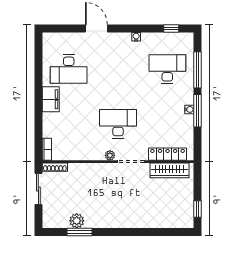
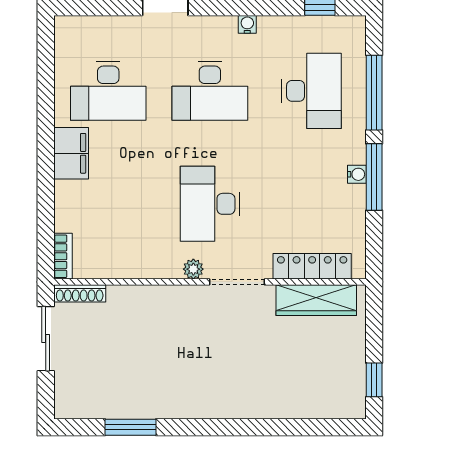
desk: (118, 69) -> (210, 91), added
desk: (167, 69) -> (312, 91), turned 90
desk: (118, 124) -> (210, 204), turned -90
plant: (77, 221) -> (125, 404), removed

